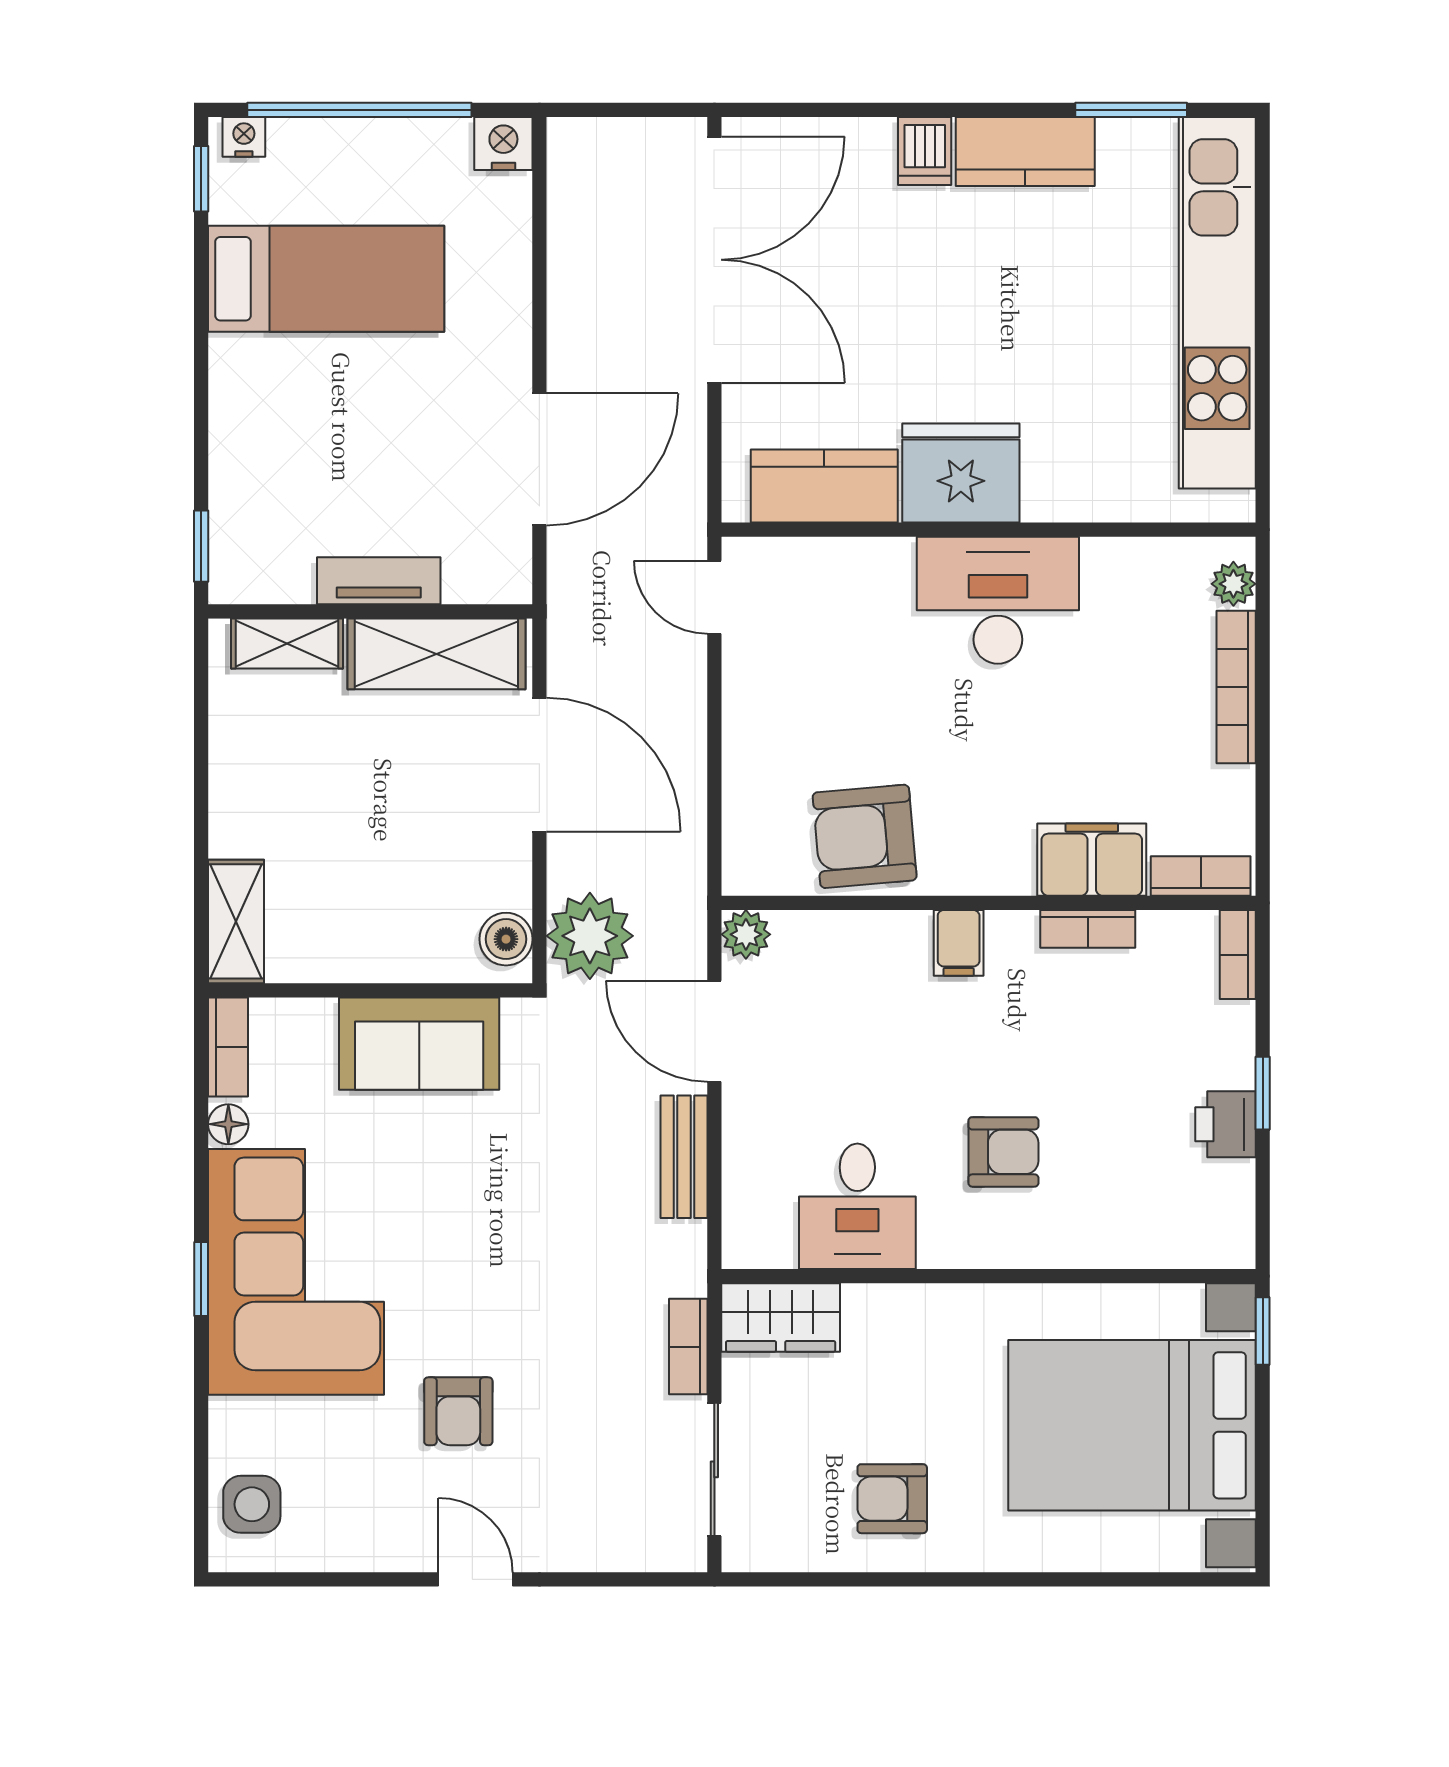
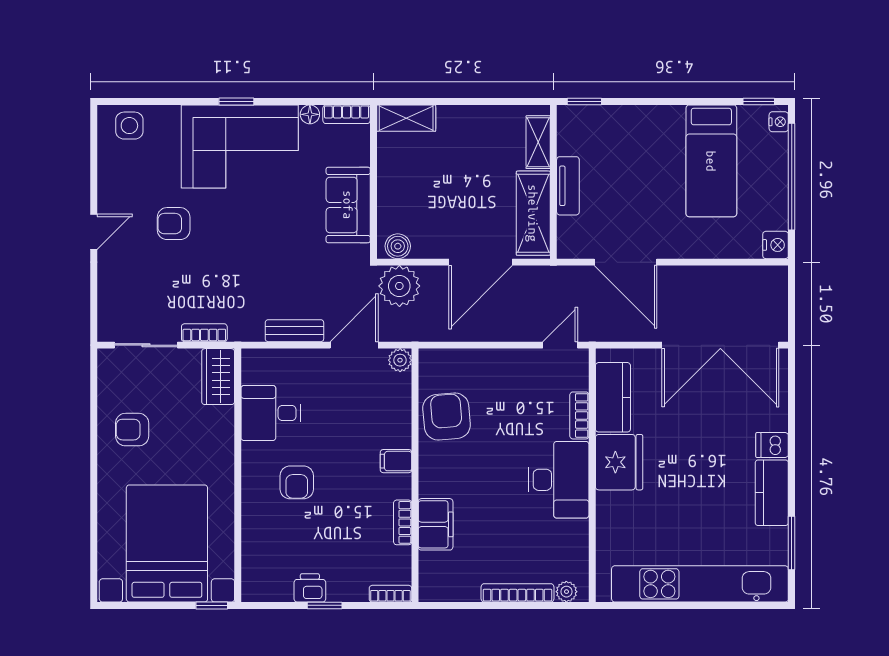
bookcase: (1201, 876) -> (579, 415), moved, turned 180
armchair: (892, 1499) -> (132, 430), turned -90

